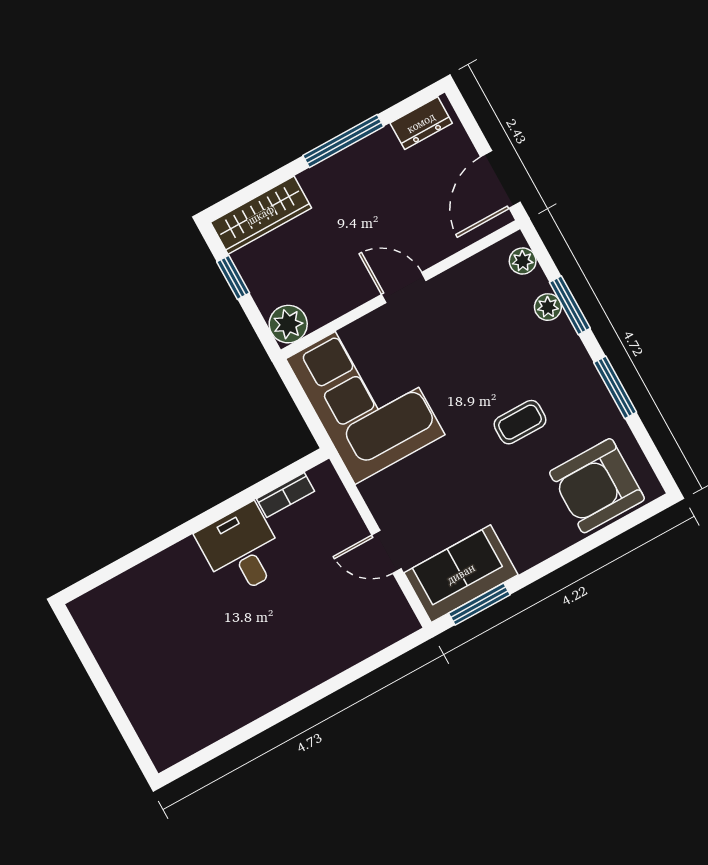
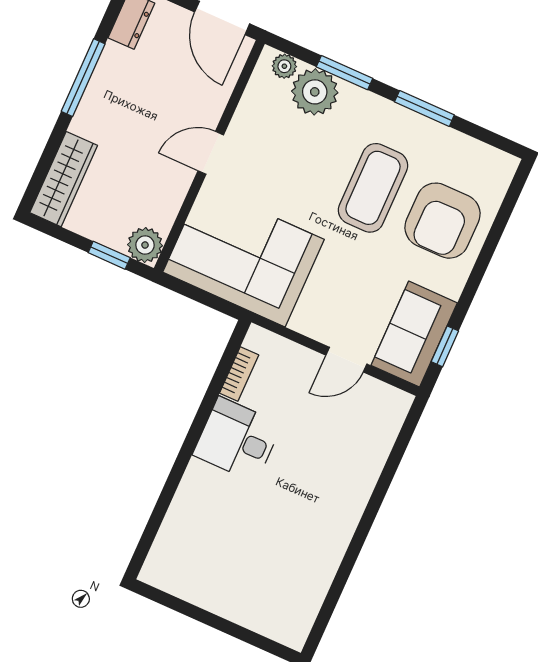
window: (233, 277) -> (109, 255), moved
plant: (548, 307) -> (315, 92), width x1.88, depth x1.88
coffee table: (520, 422) -> (373, 188), width x1.86, depth x1.72
armchair: (597, 486) -> (442, 221), moved
window: (479, 604) -> (445, 346), width x0.67

